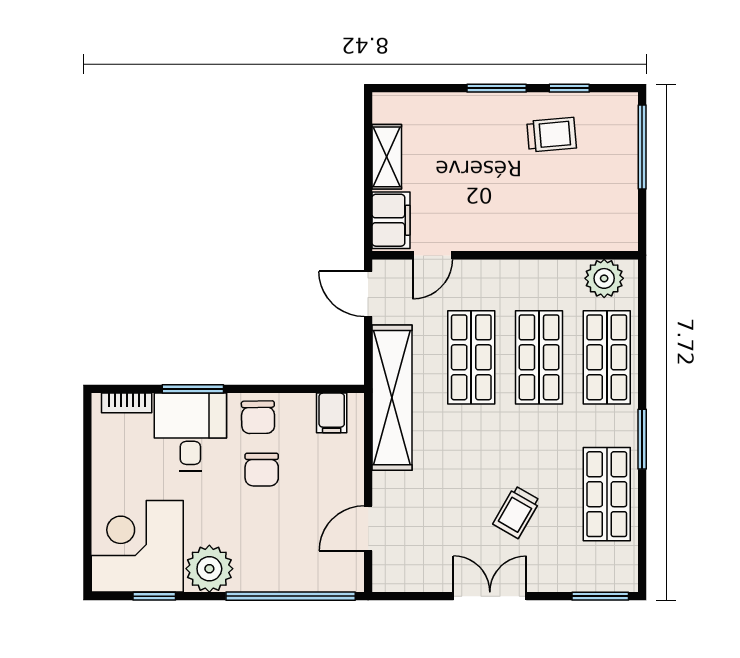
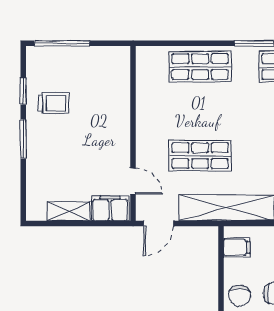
trolley: (552, 135) -> (54, 103), turned 95
plant: (604, 278) -> (148, 68), removed
shop shelf: (539, 357) -> (200, 111), removed
chair: (258, 417) -> (240, 296), turned 91

